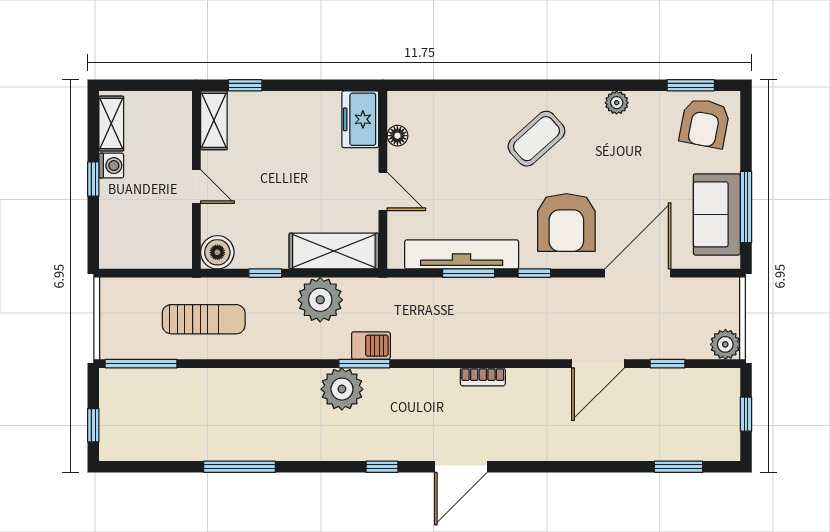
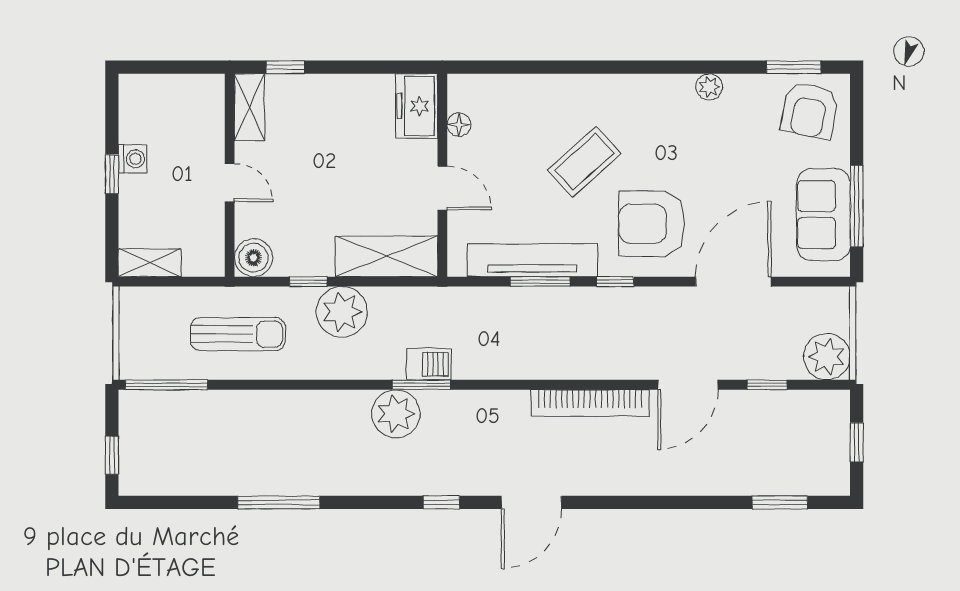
shelving: (111, 124) -> (150, 263), moved, turned 90
coffee table: (536, 139) -> (584, 162), moved
armchair: (566, 223) -> (652, 224), turned 90
plant: (320, 300) -> (342, 312), moved
plant: (725, 344) -> (827, 357), width x1.36, depth x1.36
bookcase: (483, 377) -> (590, 403), width x2.31, depth x1.31

